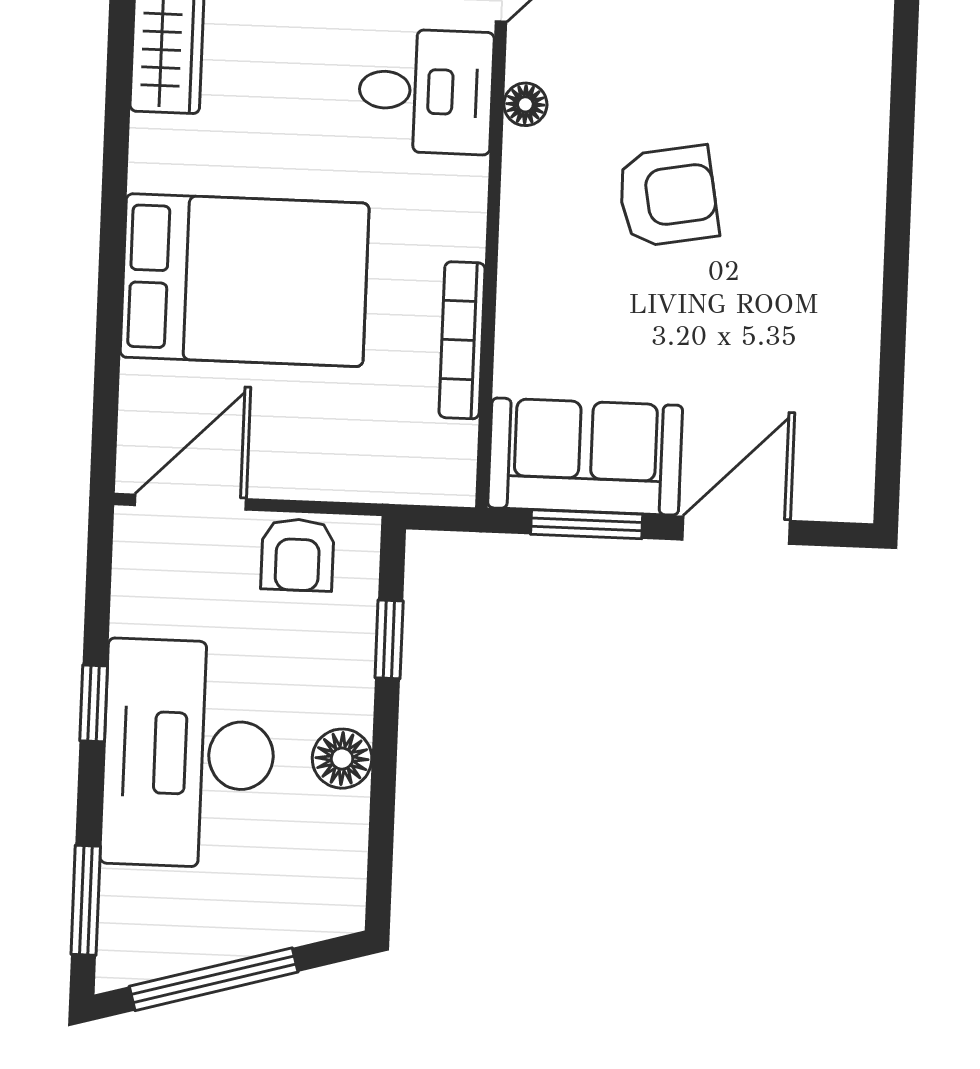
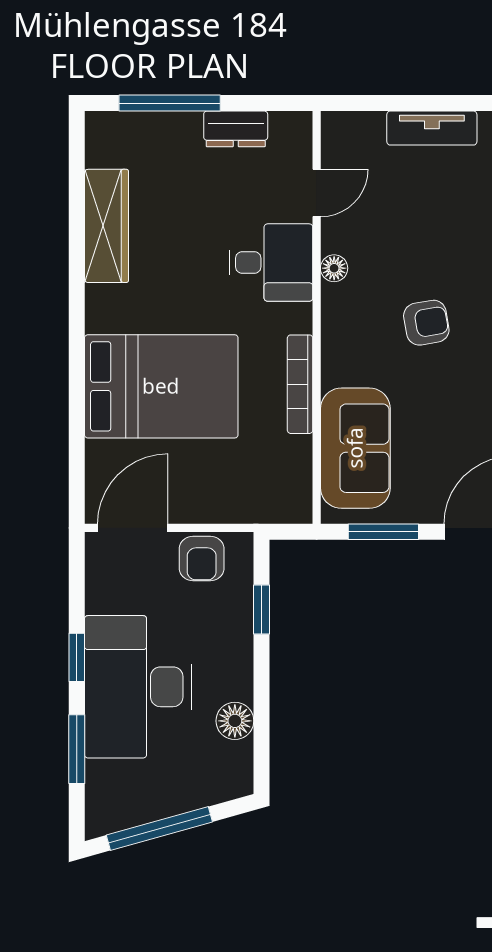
armchair: (668, 196) -> (426, 323), width x0.72, depth x0.72
bookcase: (462, 340) -> (300, 384), moved
sofa: (585, 457) -> (355, 448), moved, turned 90
floor lamp: (342, 759) -> (235, 721), moved
window: (86, 900) -> (77, 749), moved

